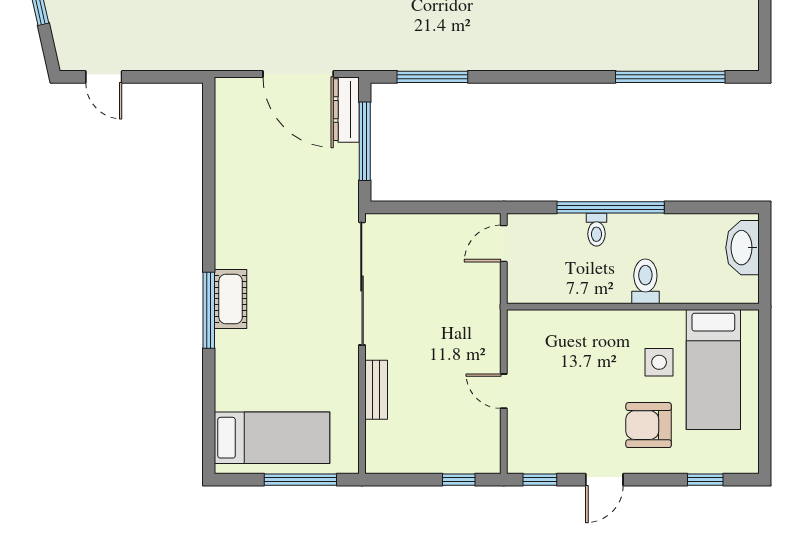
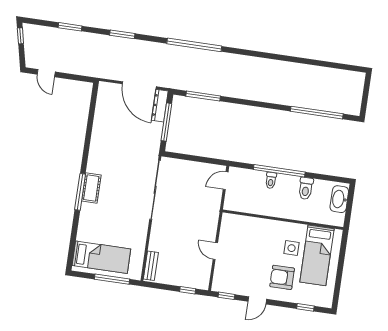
toilet: (645, 281) -> (306, 188), moved, turned 180
bench: (376, 390) -> (151, 266), moved

